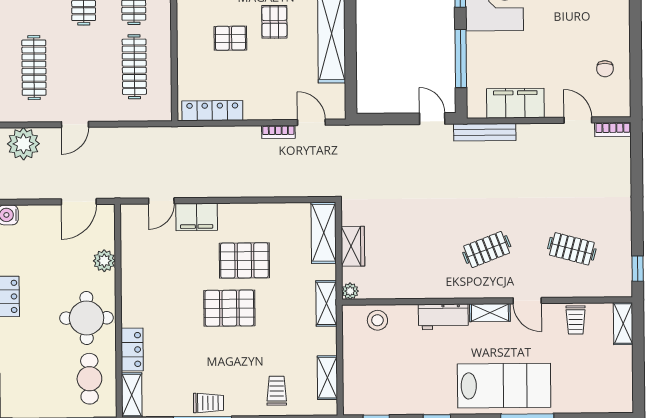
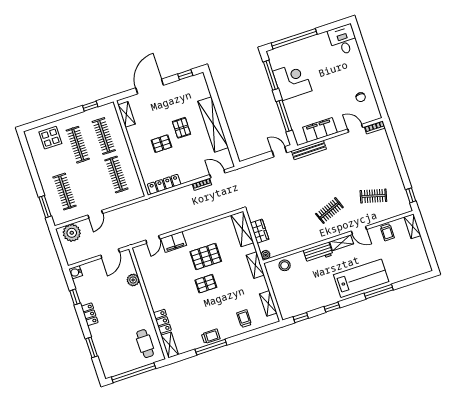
pallet: (229, 308) -> (206, 284), width x0.67, depth x0.71
round table: (87, 318) -> (133, 313), removed

